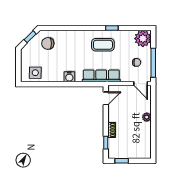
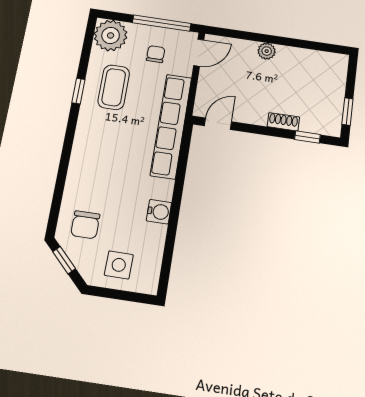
coffee table: (103, 45) -> (114, 87), moved
side table: (35, 73) -> (119, 265), moved
row of seats: (101, 76) -> (171, 126), width x1.36
water cooler: (69, 77) -> (159, 212), moved
door: (106, 98) -> (218, 124), hinge flipped

